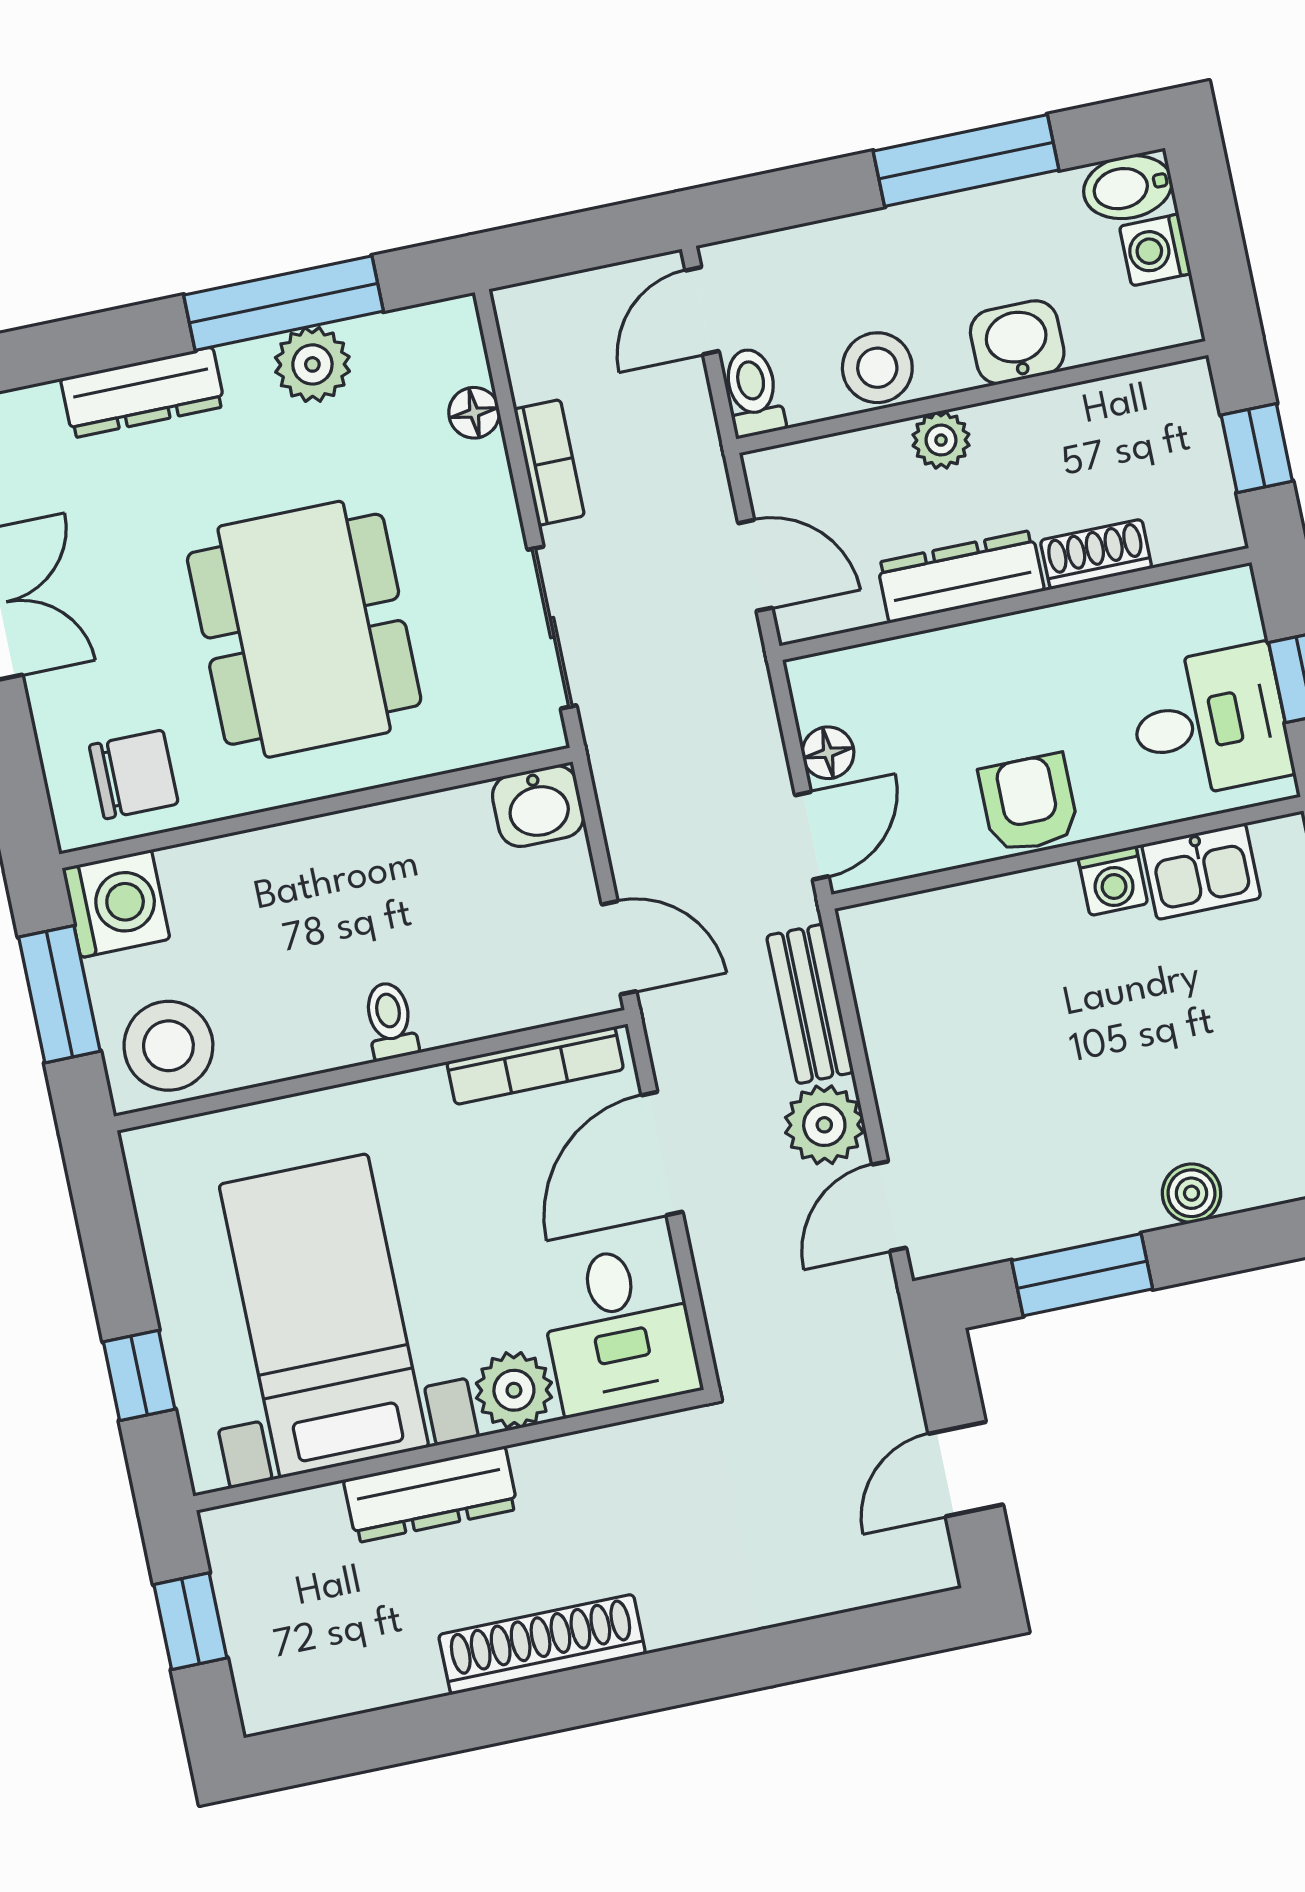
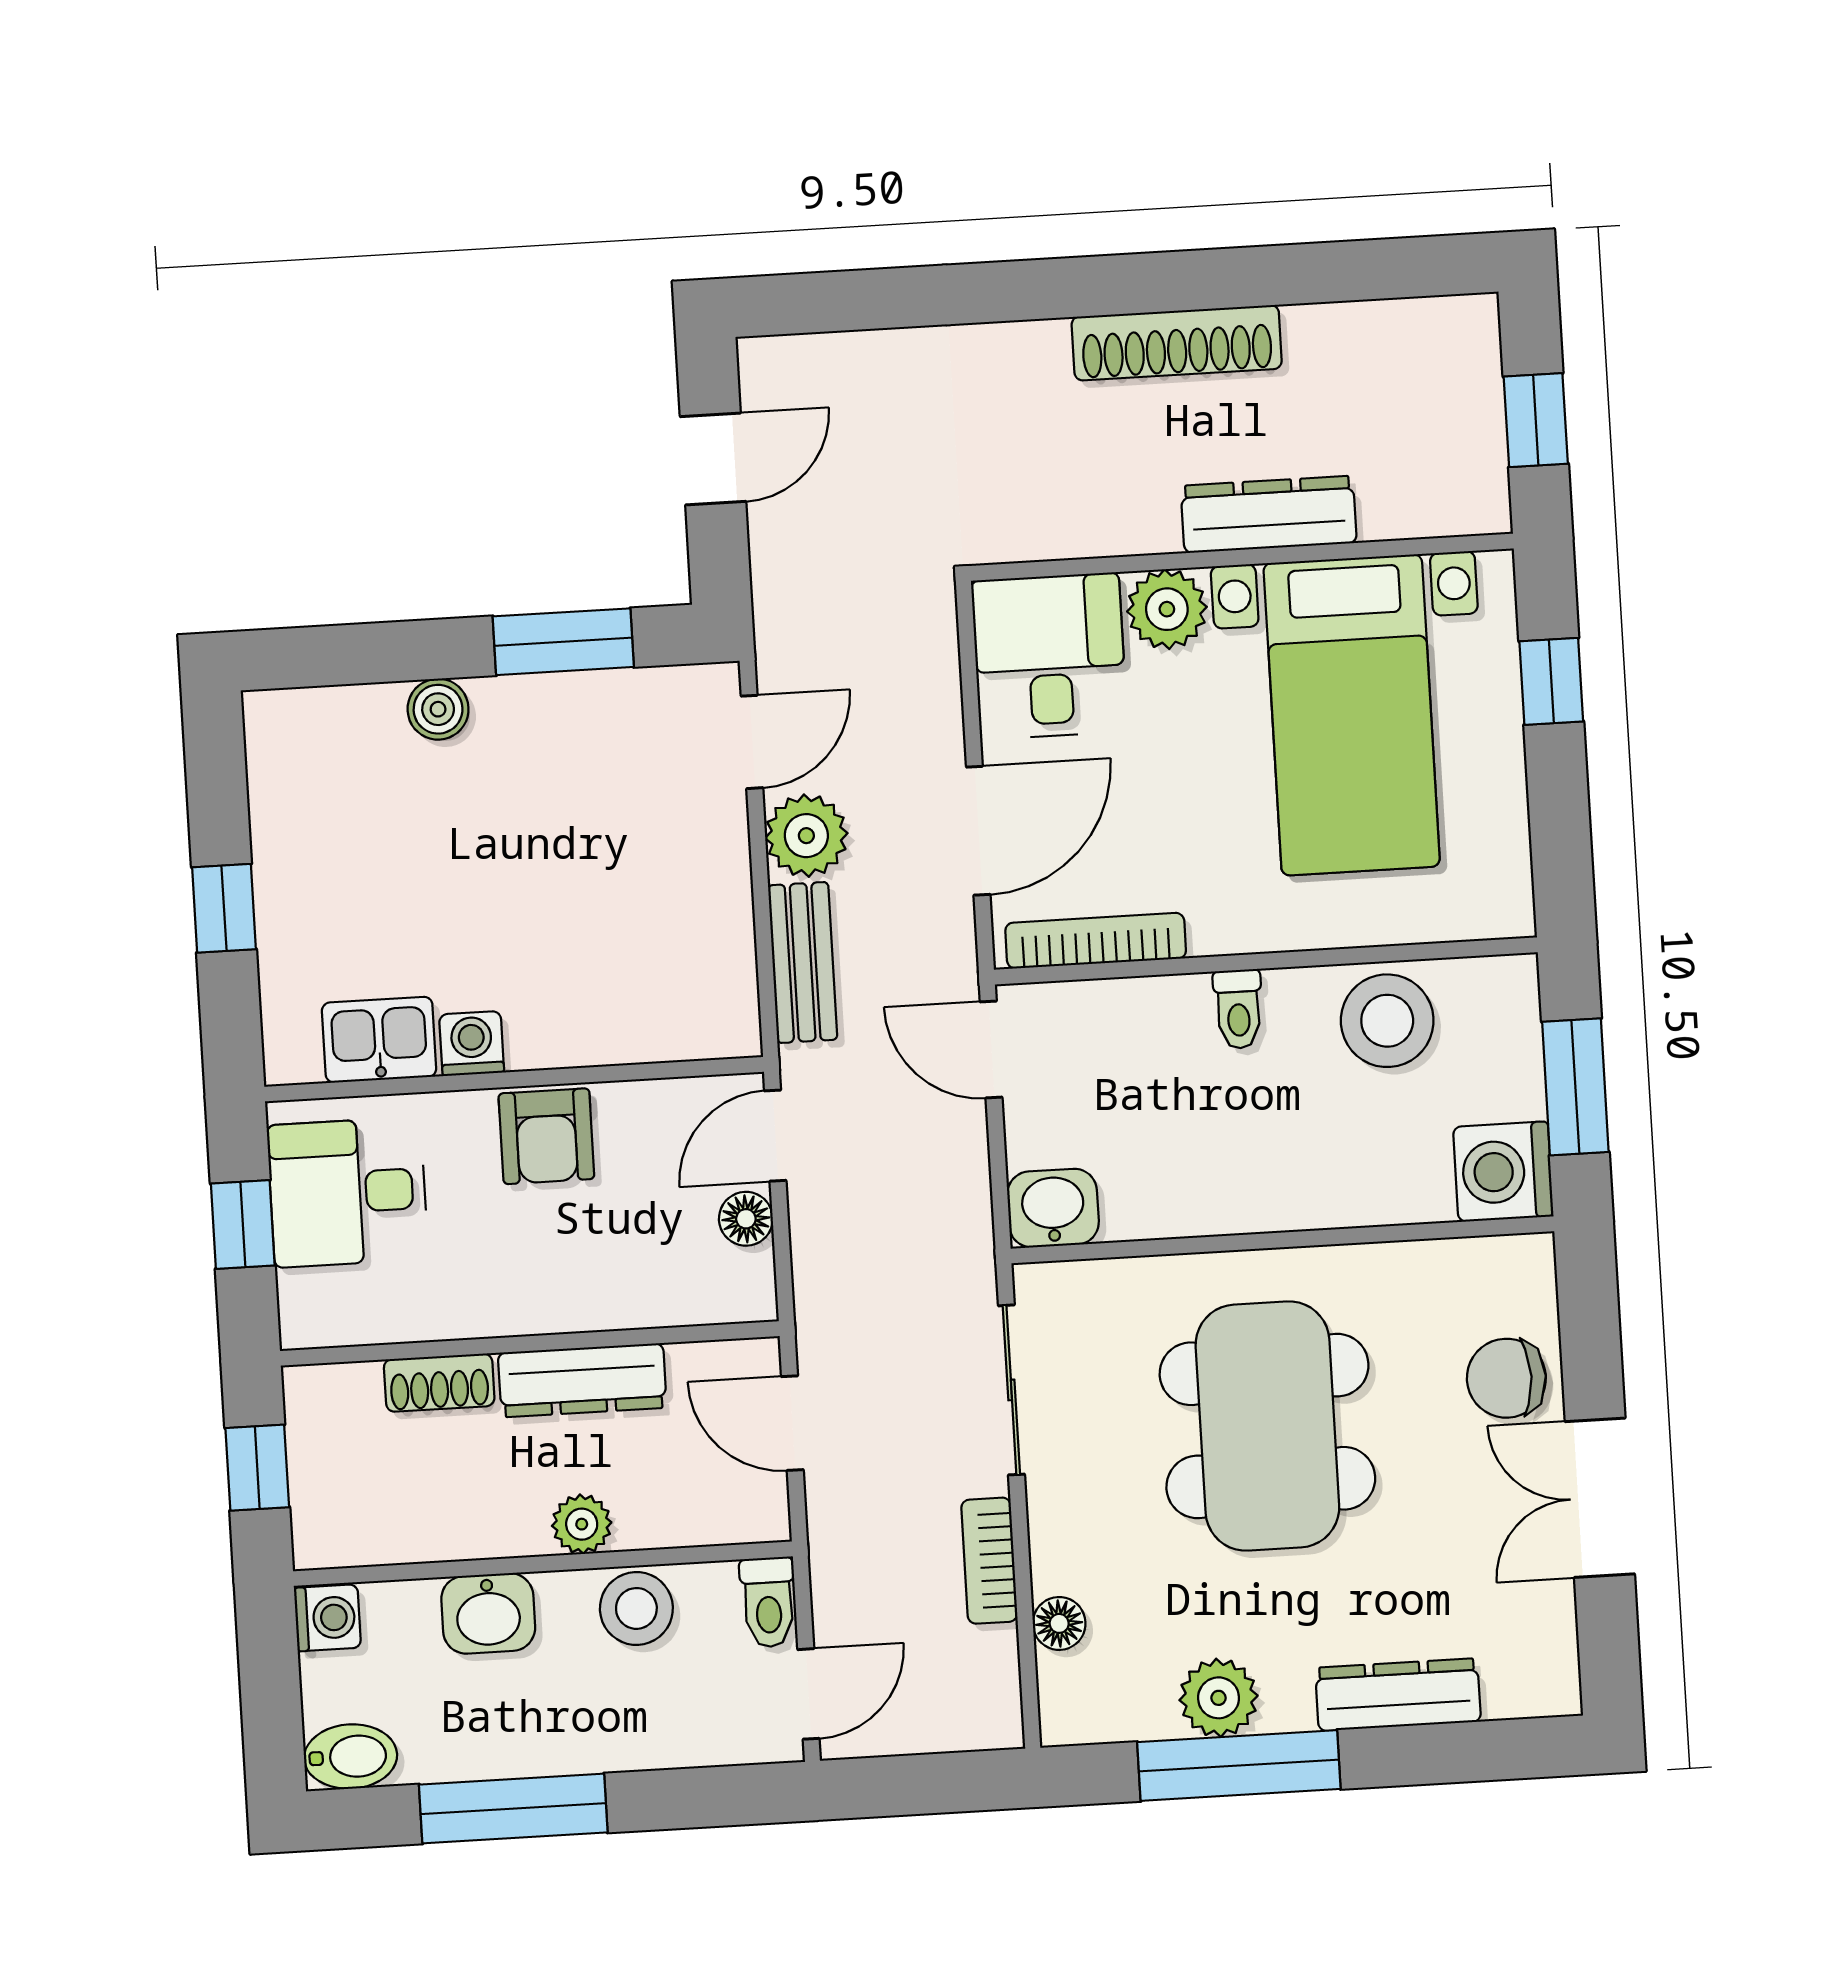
washing machine: (1155, 250) -> (328, 1618), moved
chair: (134, 774) -> (1506, 1378), moved
stool: (168, 1046) -> (1387, 1021), moved

